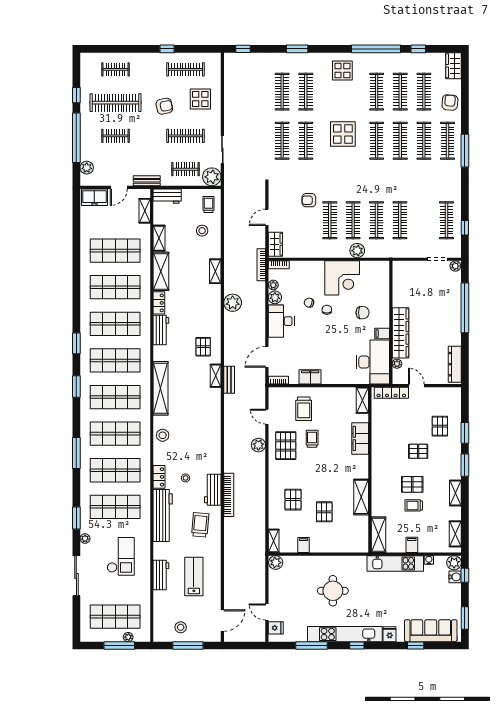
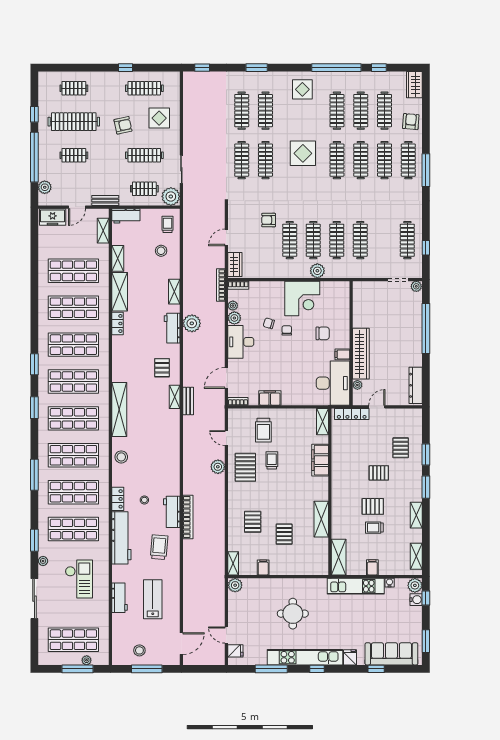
workbench: (161, 330) -> (172, 328), moved, turned 180
door: (416, 386) -> (377, 407), hinge flipped

